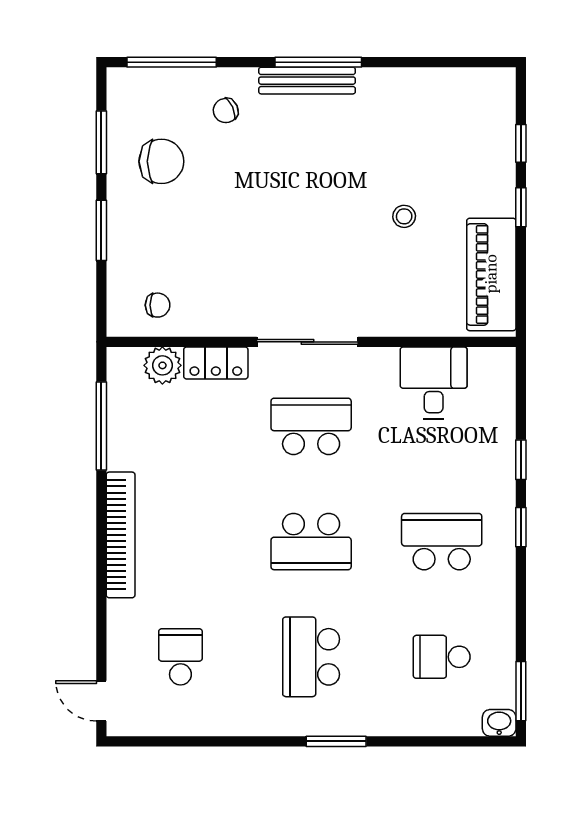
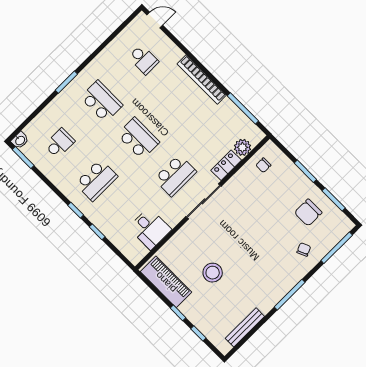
bench: (307, 81) -> (245, 327), moved
stool: (404, 216) -> (213, 273), width x1.89, depth x1.89
school desk: (311, 542) -> (138, 138), turned 90

